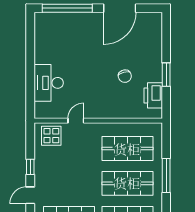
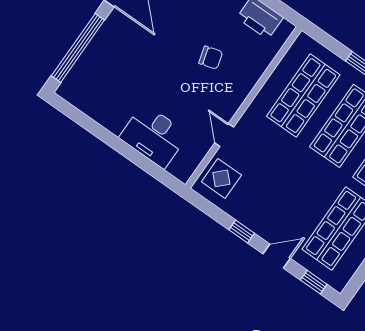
chair: (125, 76) -> (211, 58), moved
door: (30, 195) -> (277, 256), swing flipped

